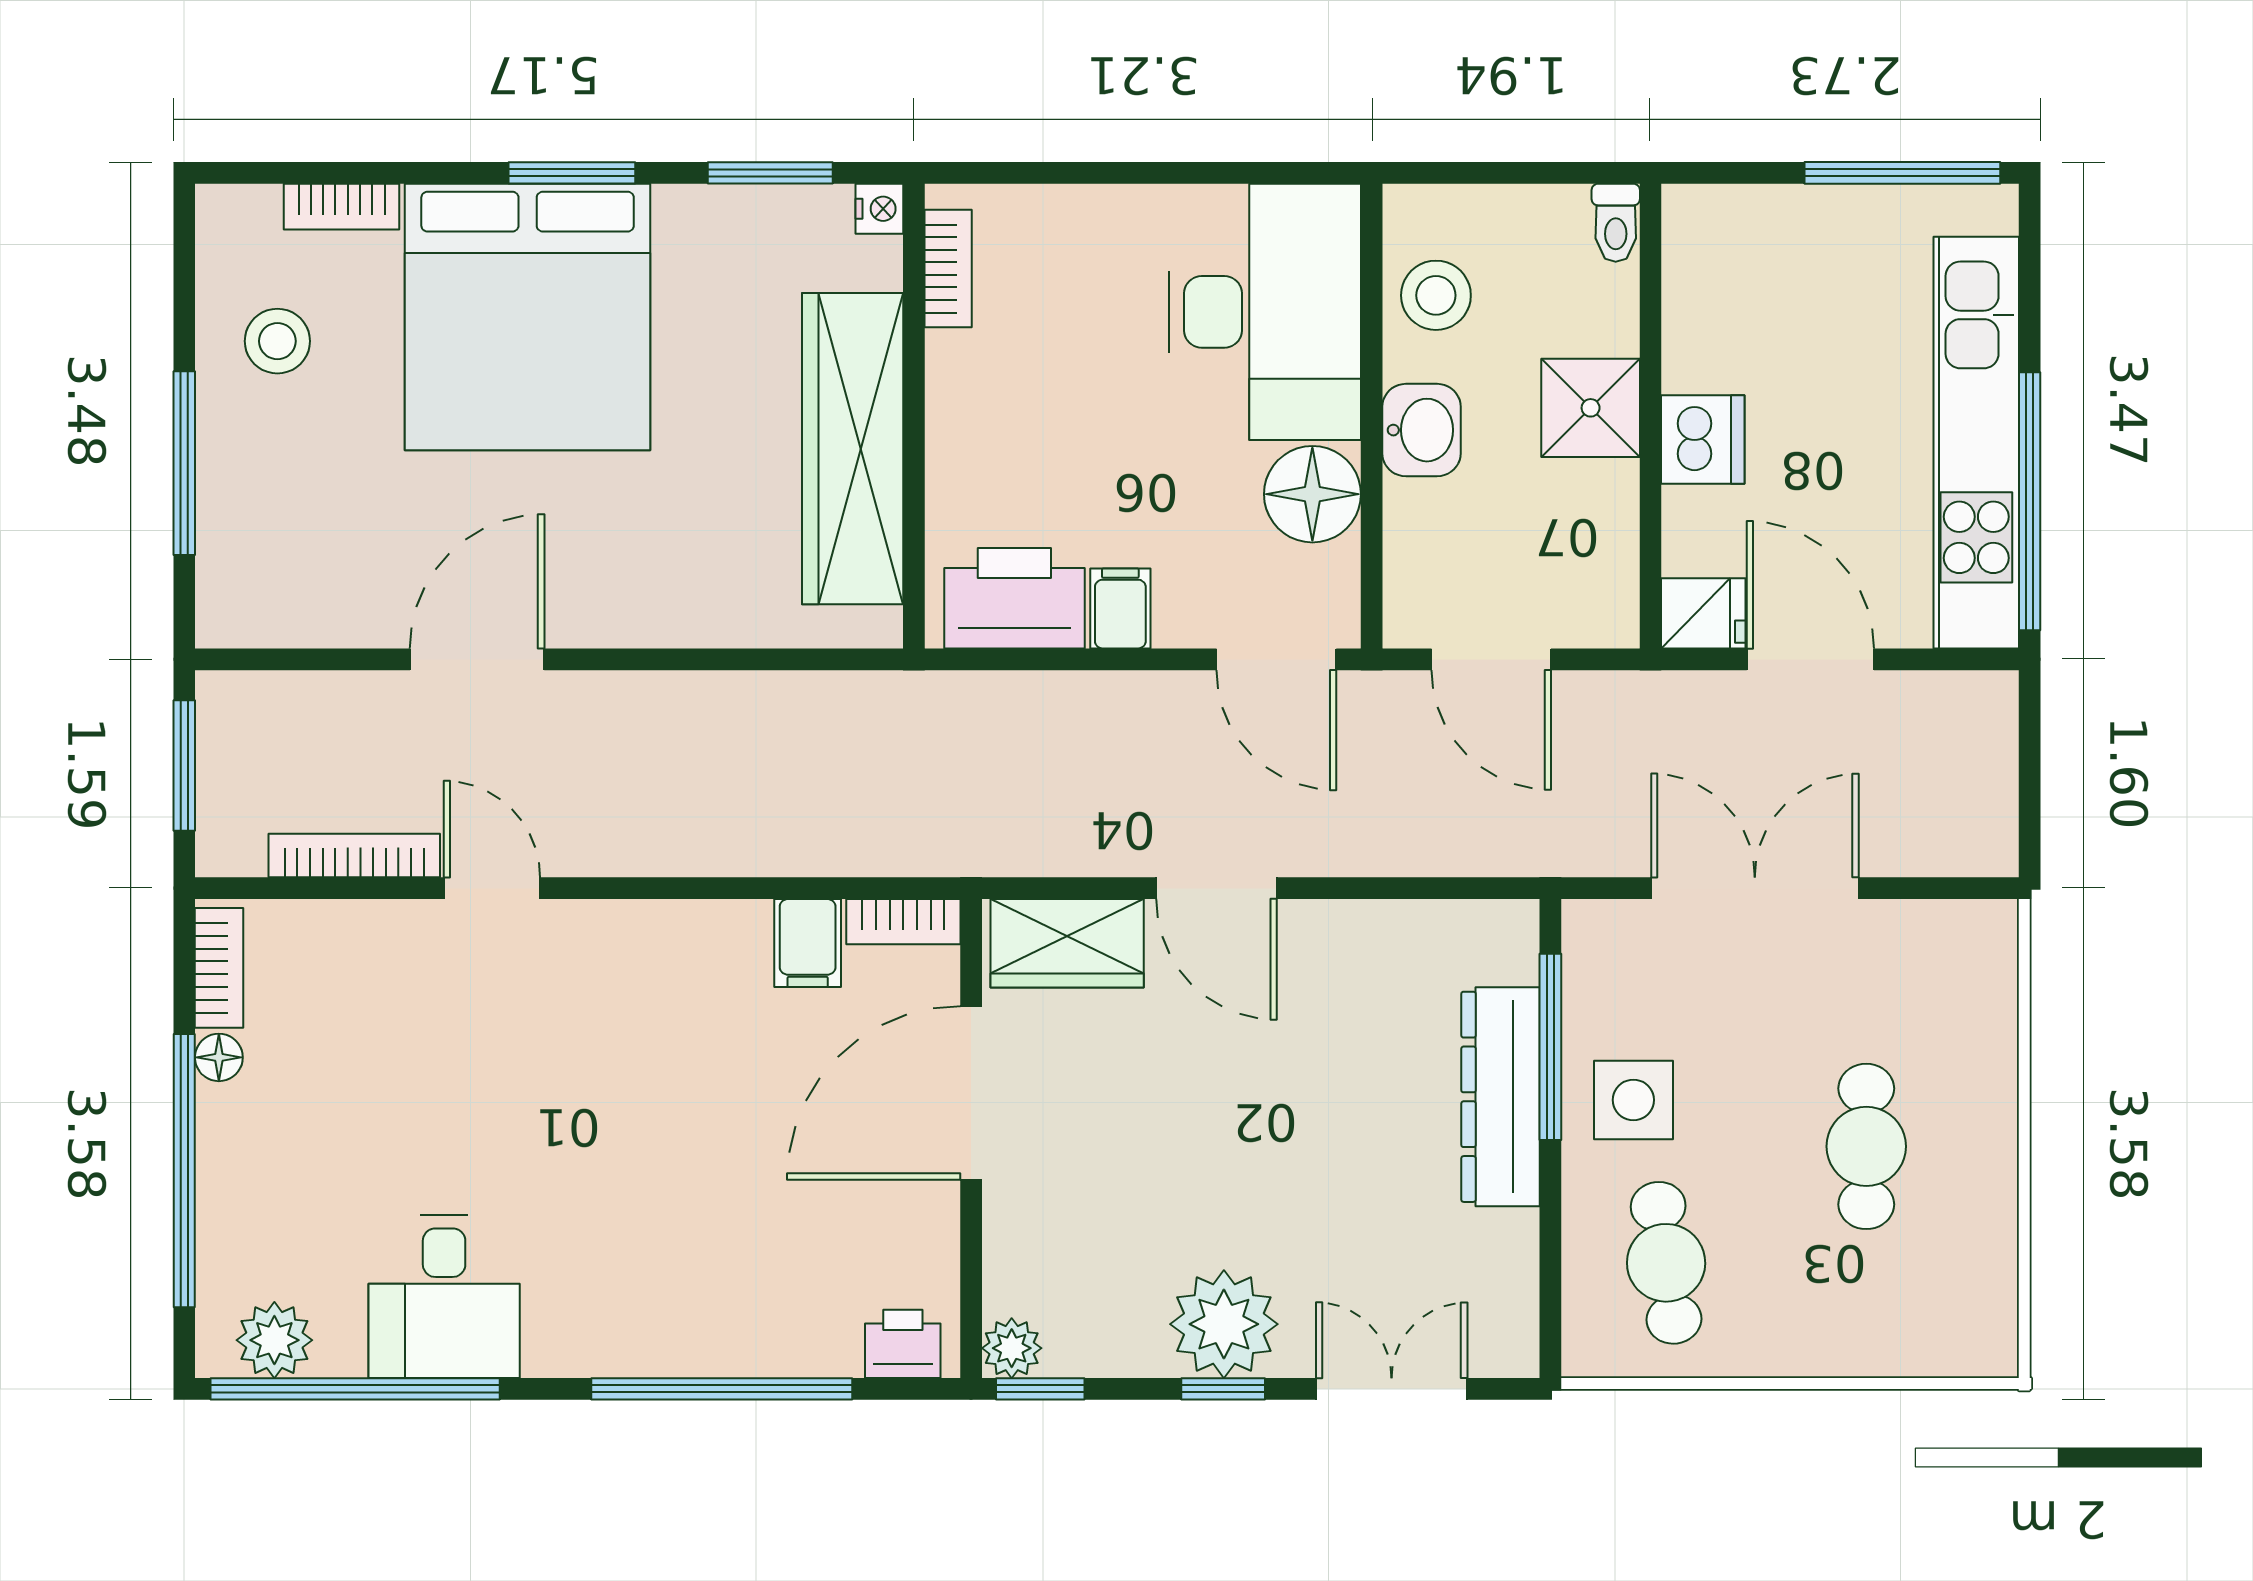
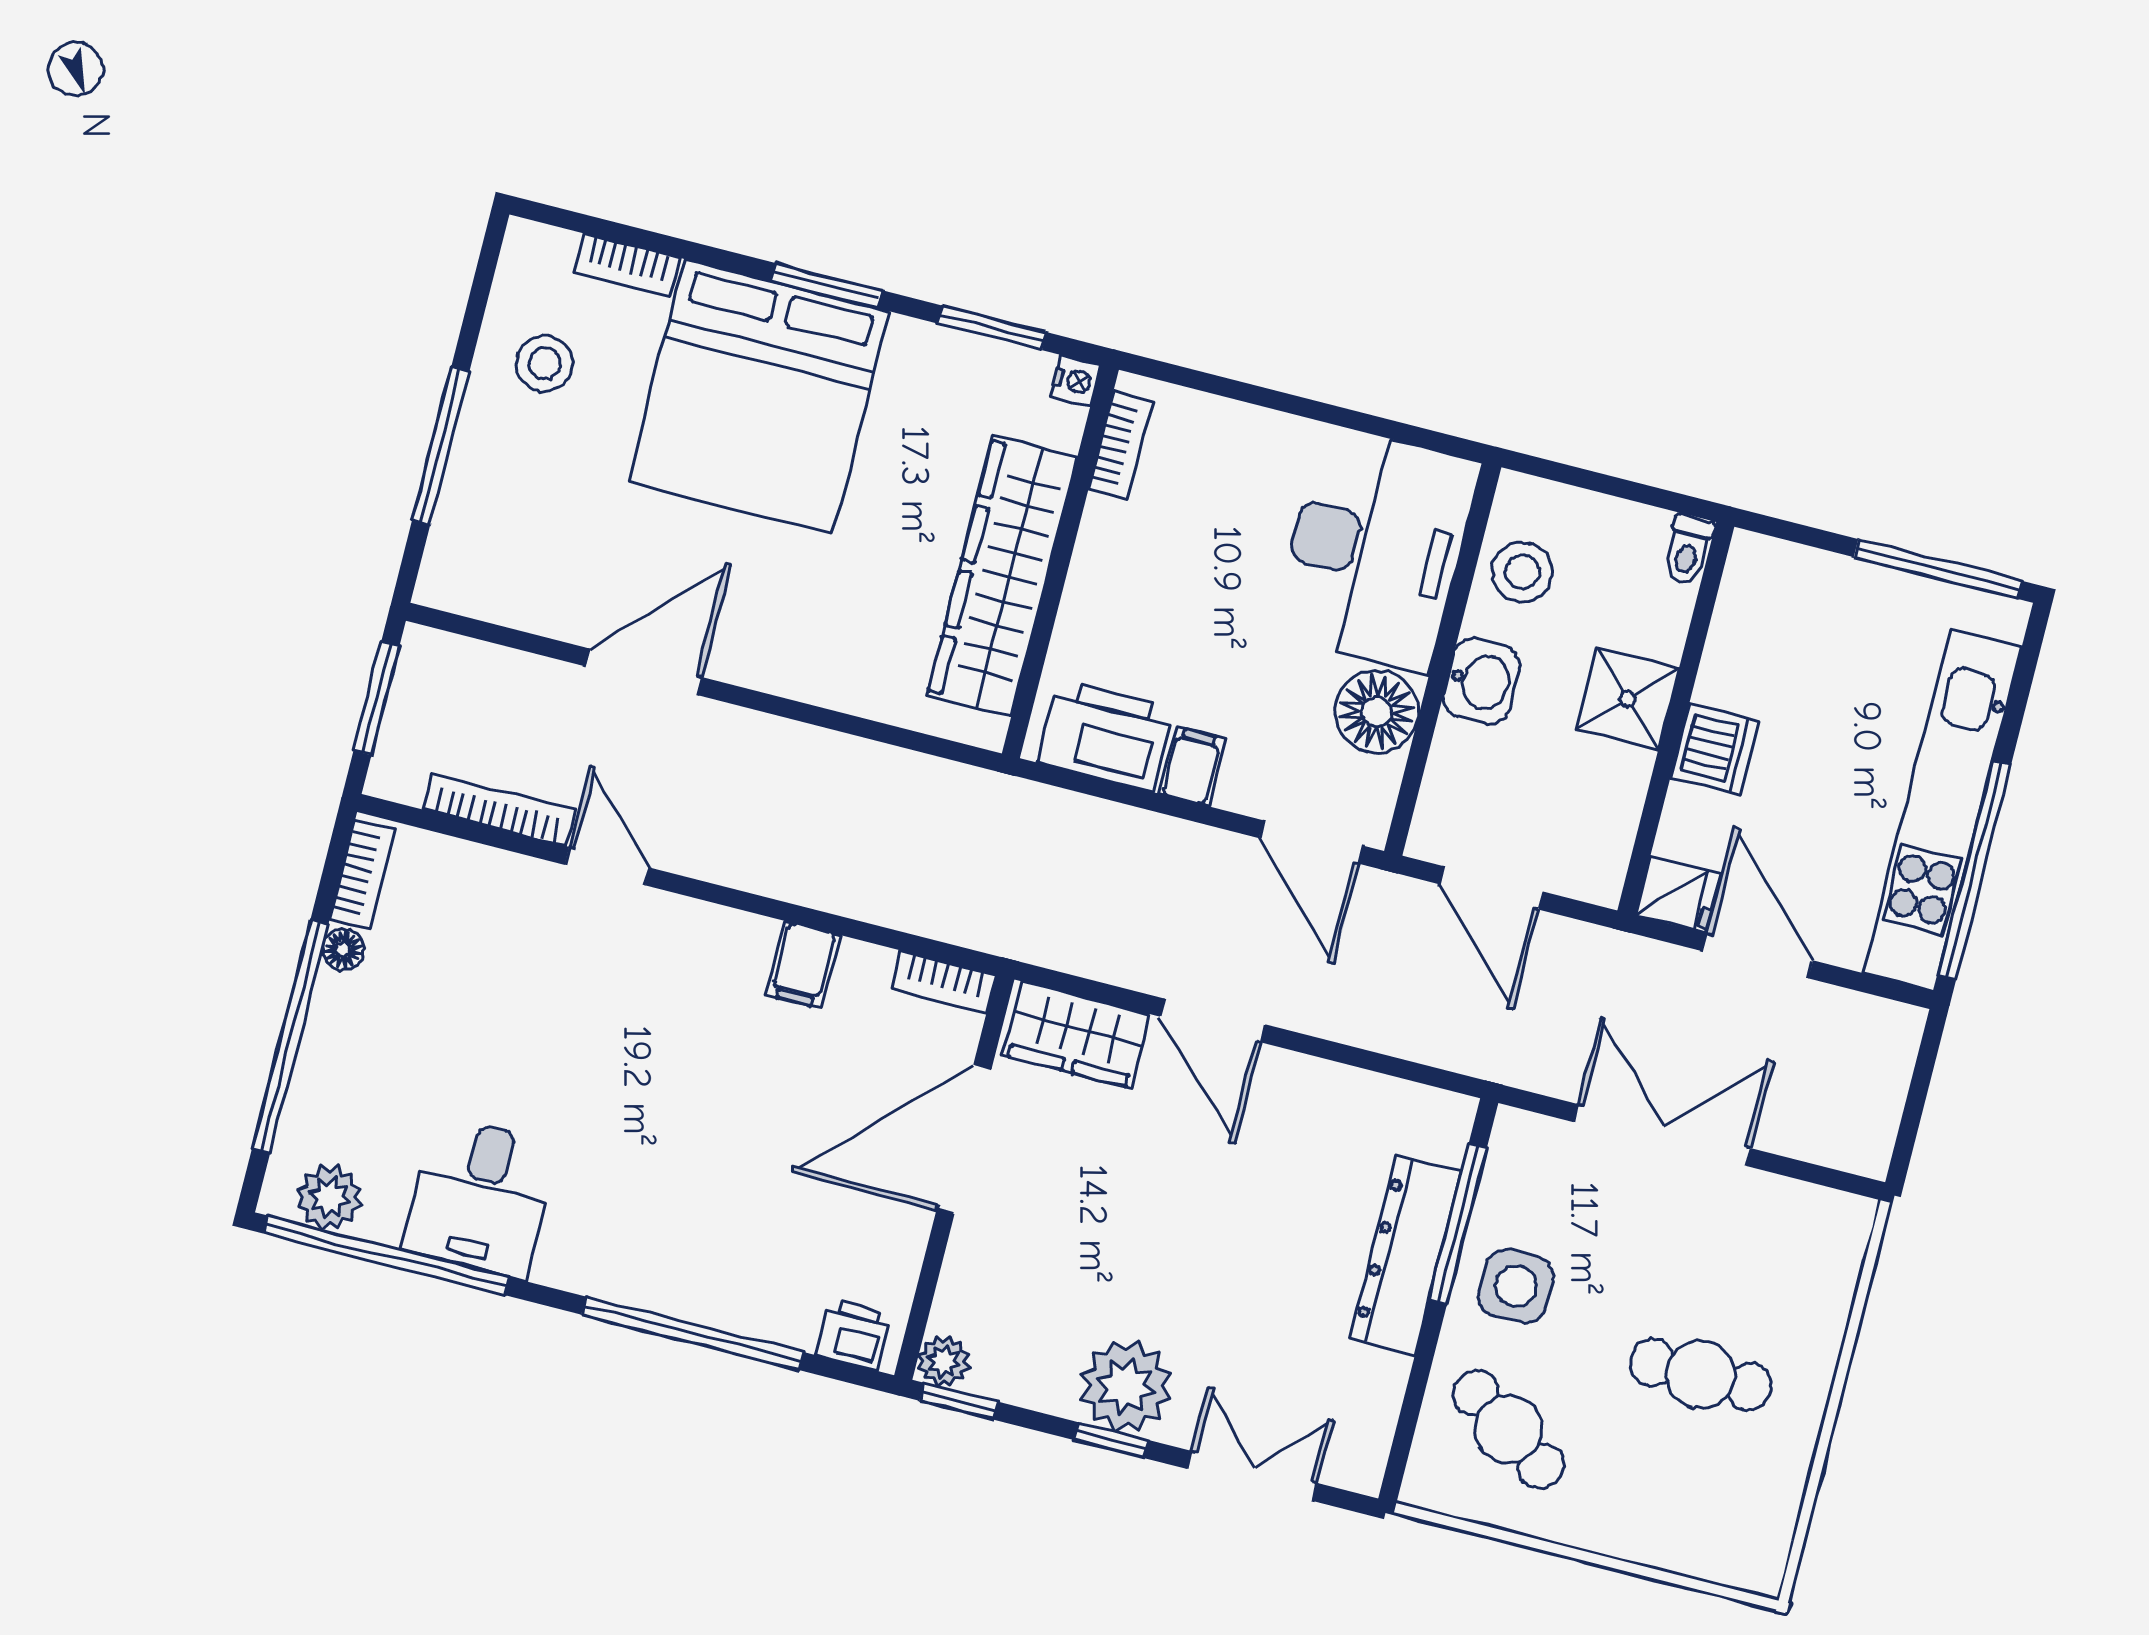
filing cabinet: (808, 943) -> (803, 965), moved
cafe table: (1866, 1146) -> (1701, 1375), turned 90
cafe table: (1666, 1263) -> (1508, 1429), turned -48

